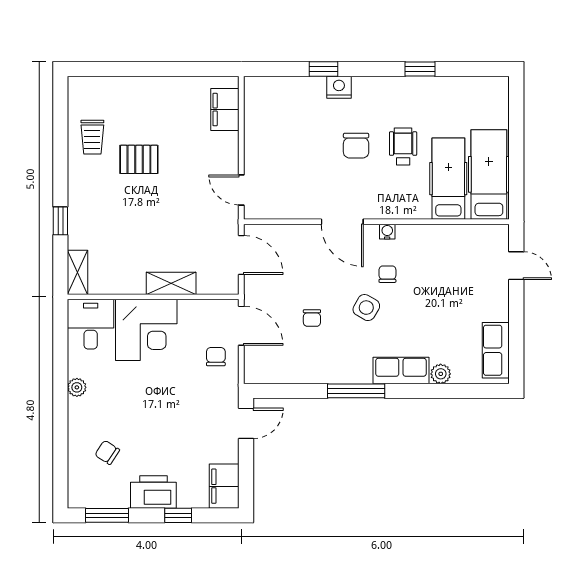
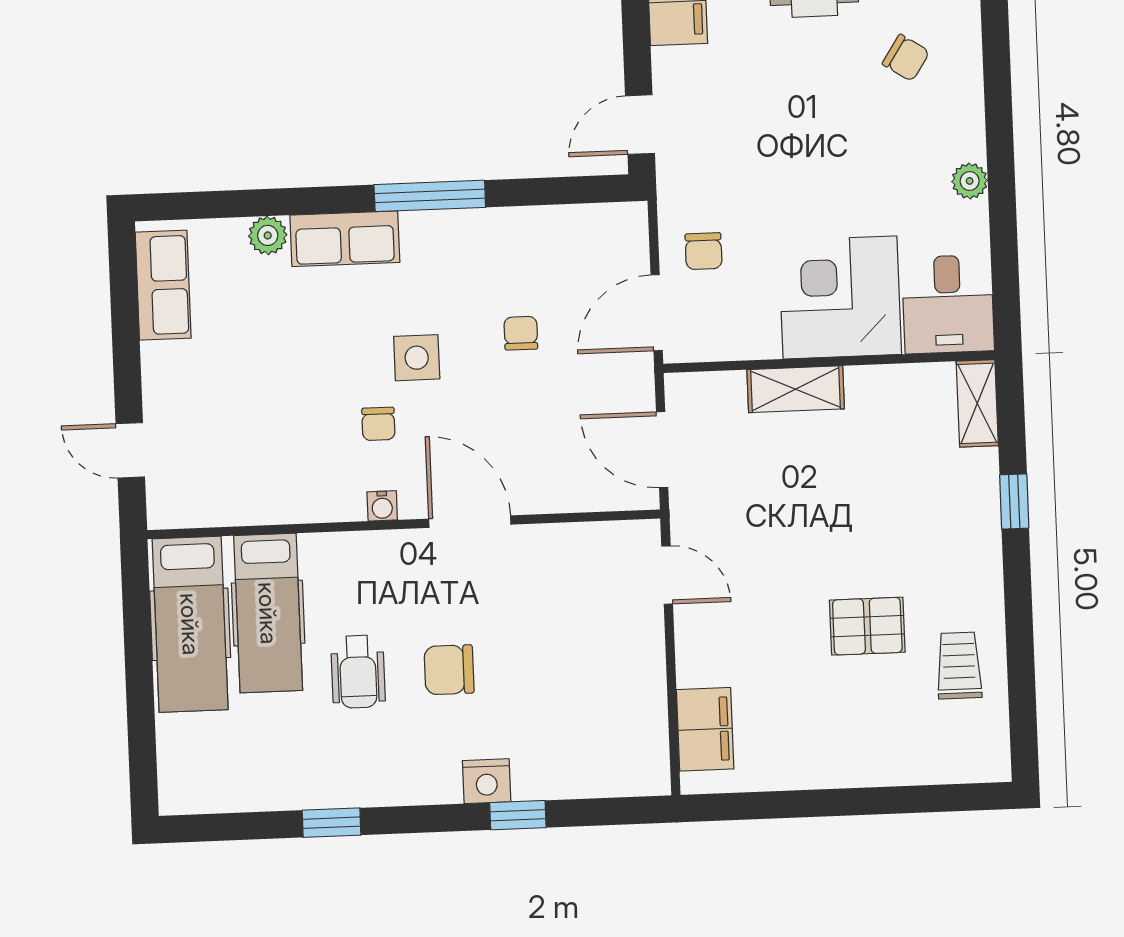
chair: (356, 146) -> (449, 670), turned -90
side table: (366, 308) -> (417, 358), turned -30
door: (241, 326) -> (657, 313), hinge flipped

